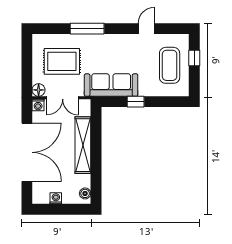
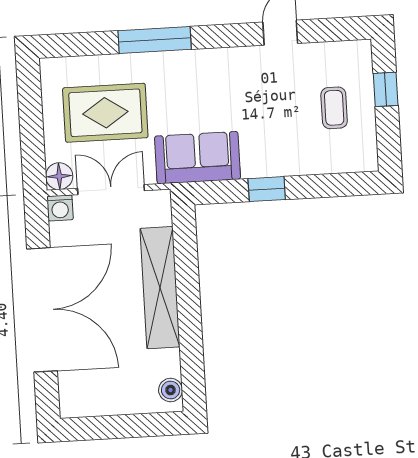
coffee table: (170, 65) -> (334, 108), width x0.54, depth x0.58
sofa: (111, 85) -> (198, 158), width x0.73
double door: (63, 98) -> (111, 190), swing flipped
washing machine: (56, 198) -> (109, 404), removed

